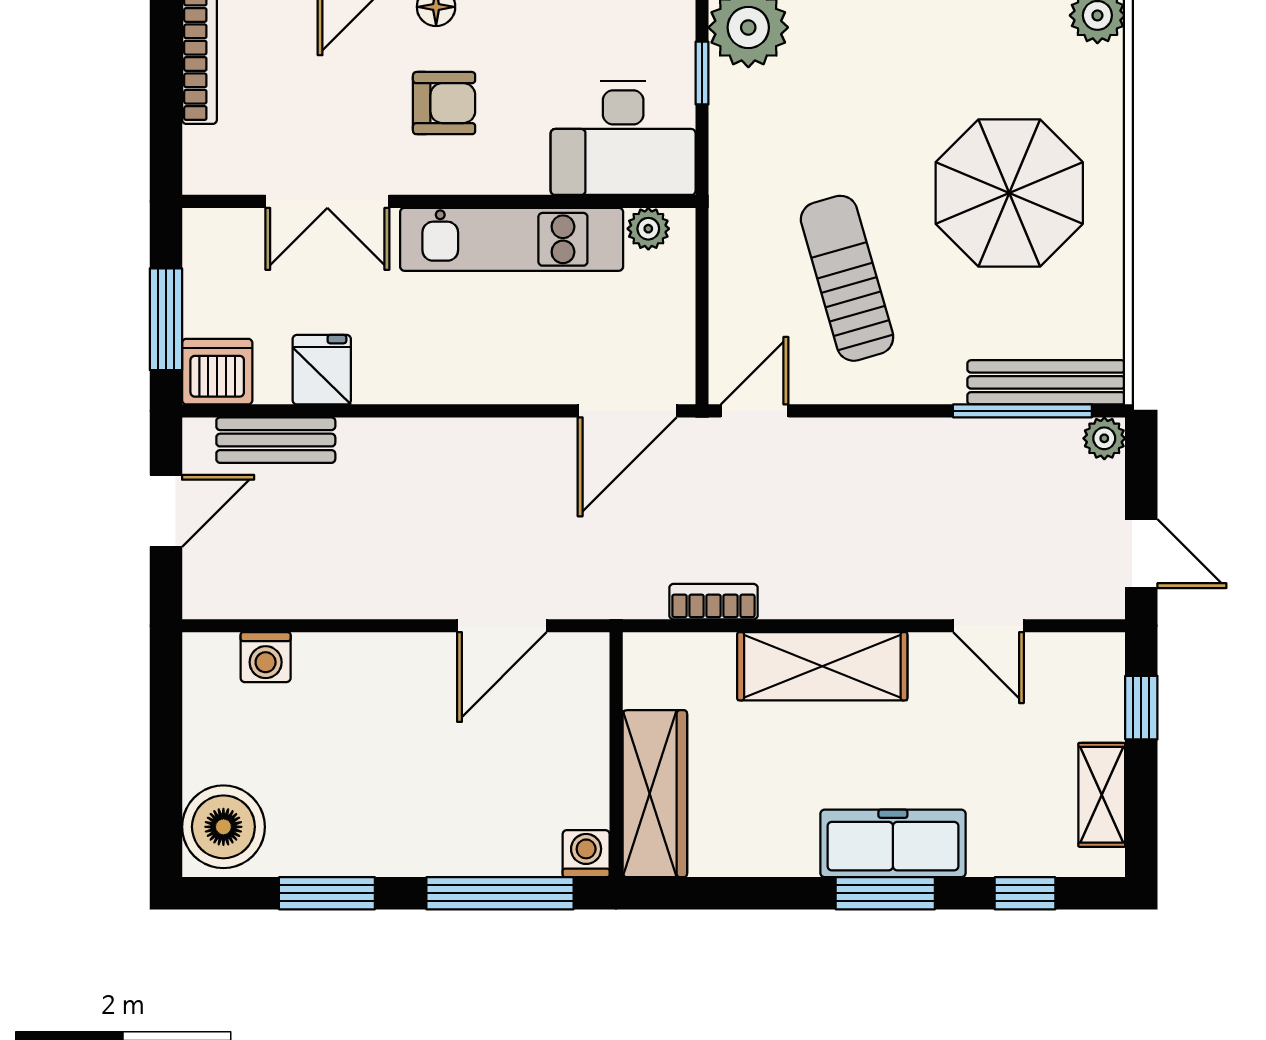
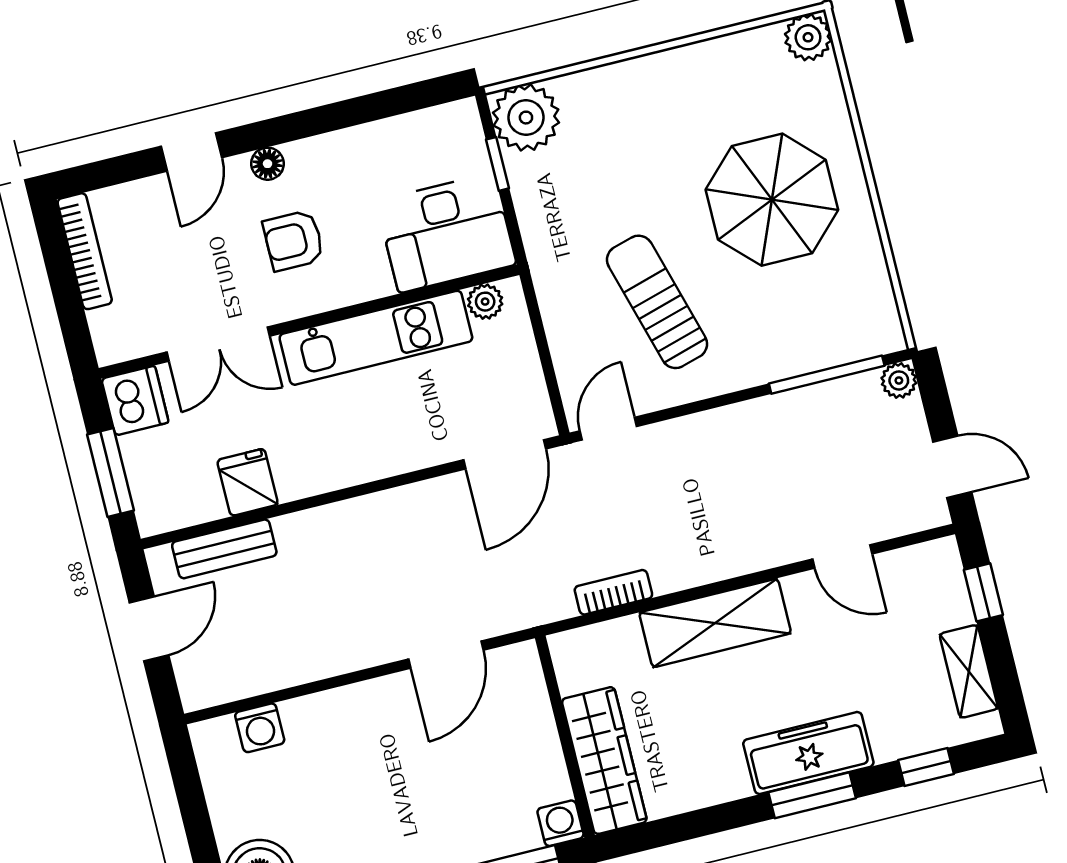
armchair: (444, 103) -> (293, 240), turned 180
dishwasher: (217, 372) -> (135, 401), moved, turned 90
bench: (1046, 382) -> (840, 347), removed

